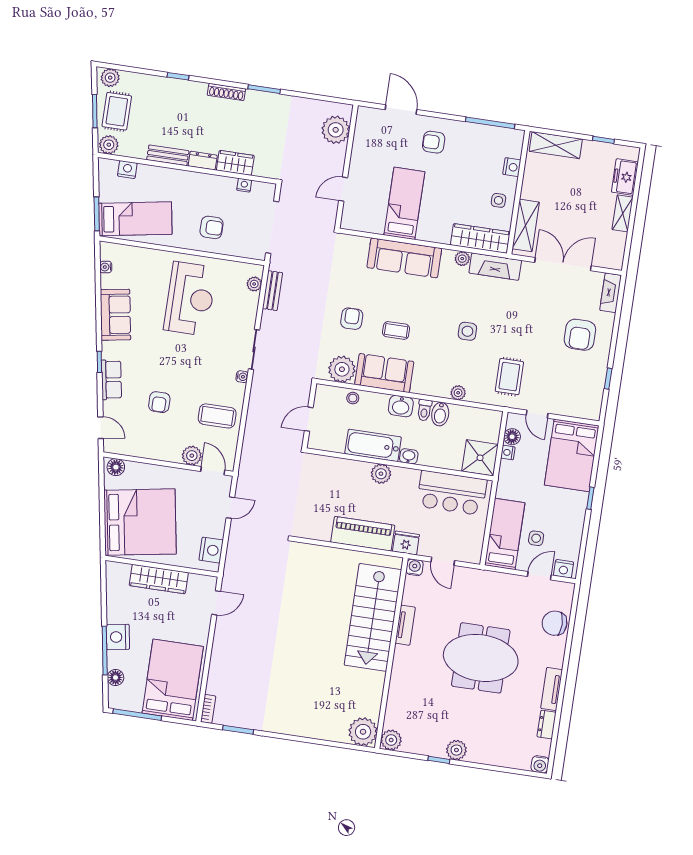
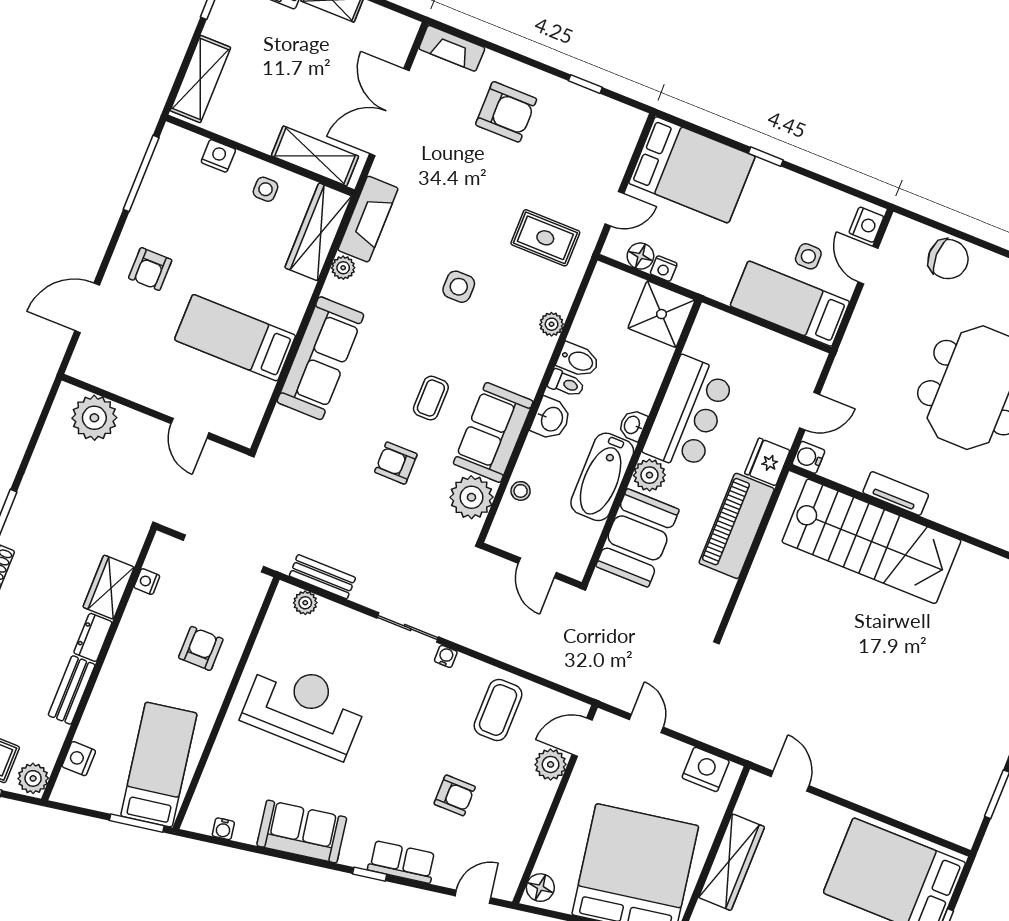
booth: (341, 476) -> (638, 538), added
bar counter: (452, 493) -> (689, 414), moved
chair: (555, 623) -> (948, 259), turned -90
bookcase: (208, 709) -> (953, 833), removed

